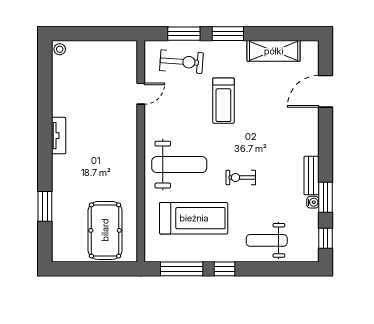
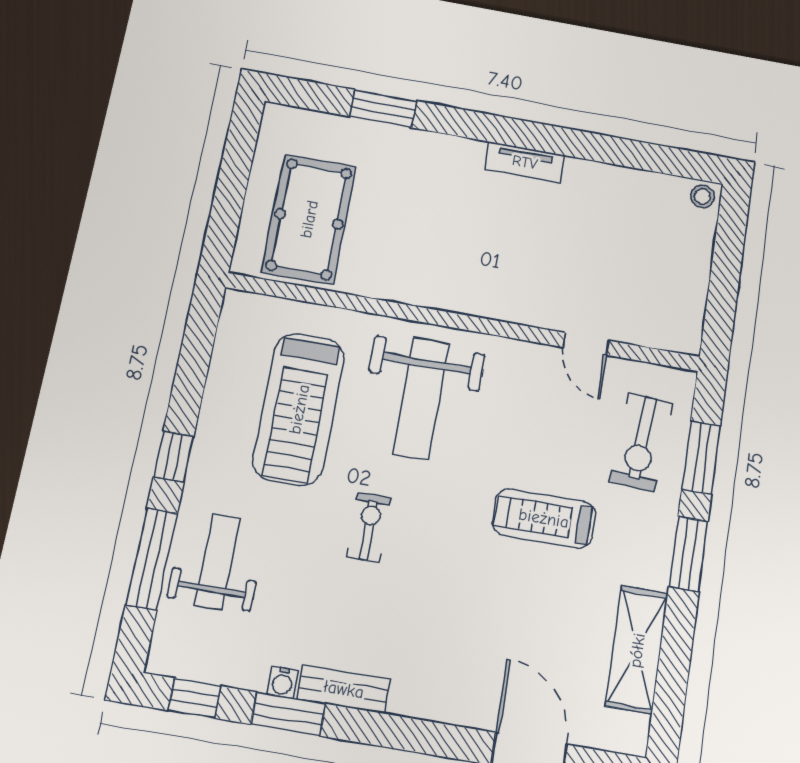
pool table: (105, 230) -> (309, 219), turned 90
window: (182, 269) -> (152, 559), moved

